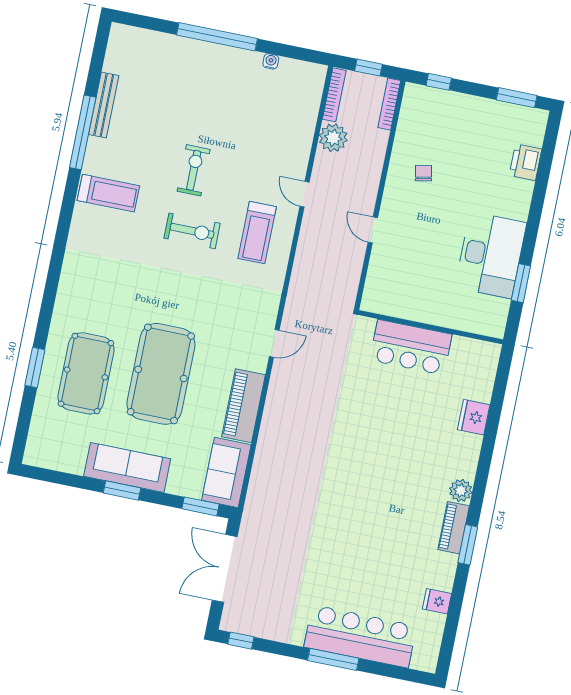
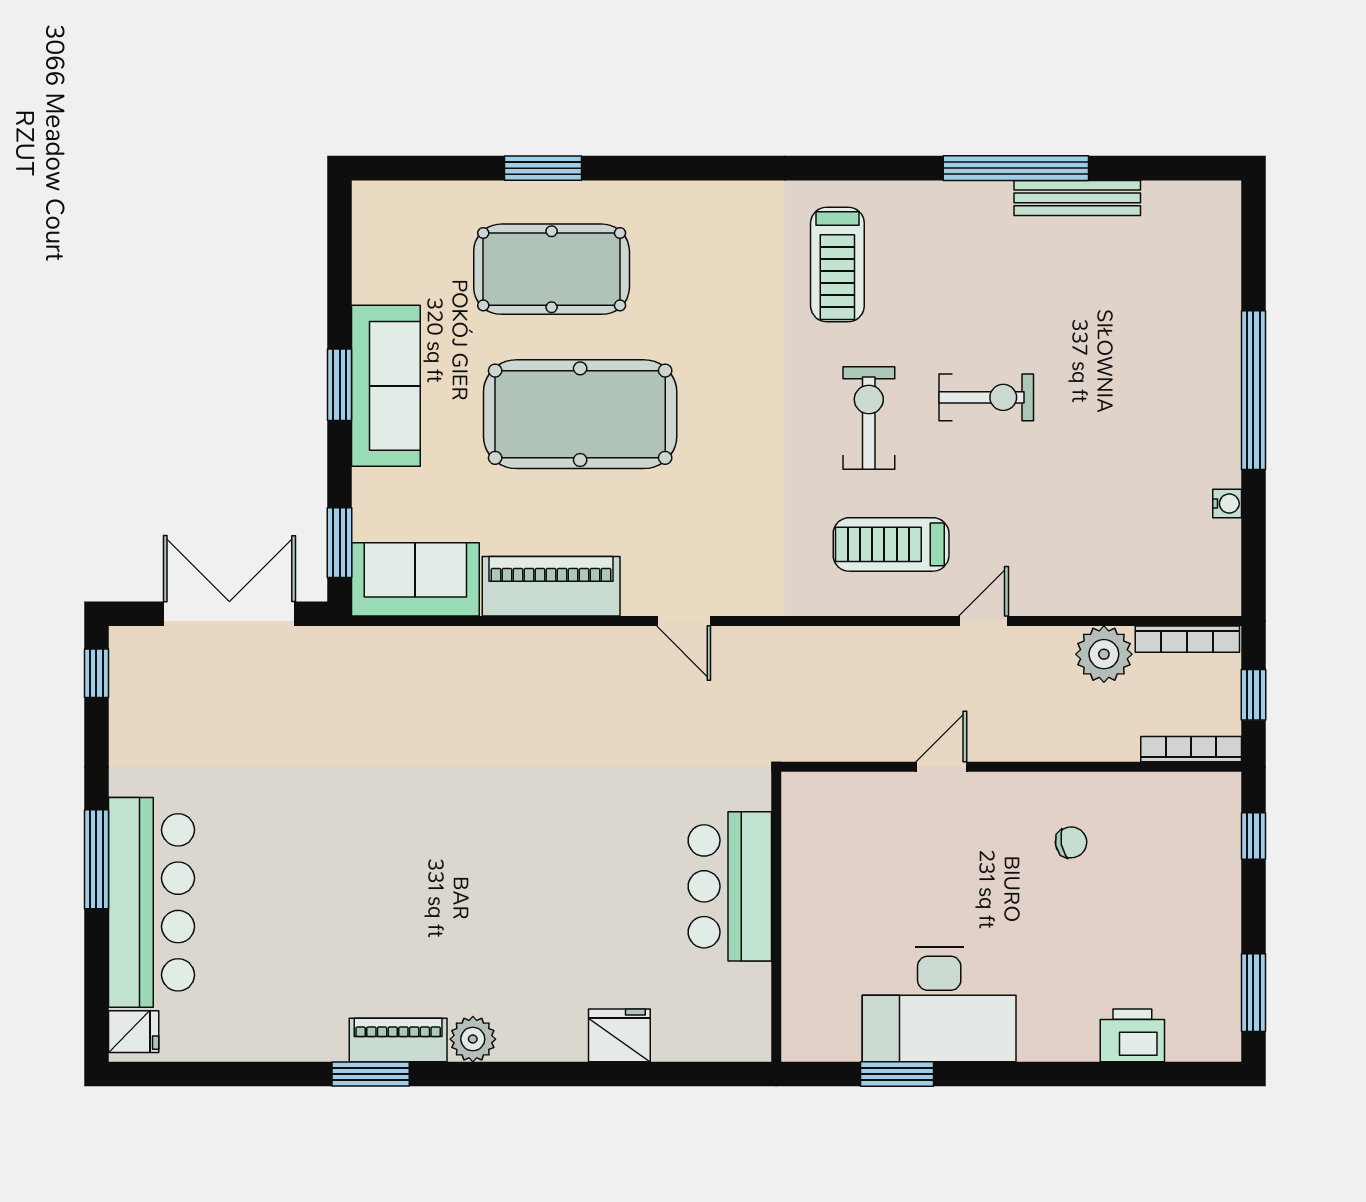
treadmill: (108, 193) -> (837, 264), moved
exercise bike: (192, 231) -> (869, 418), turned 180
fridge: (437, 601) -> (134, 1032), moved, turned 90

